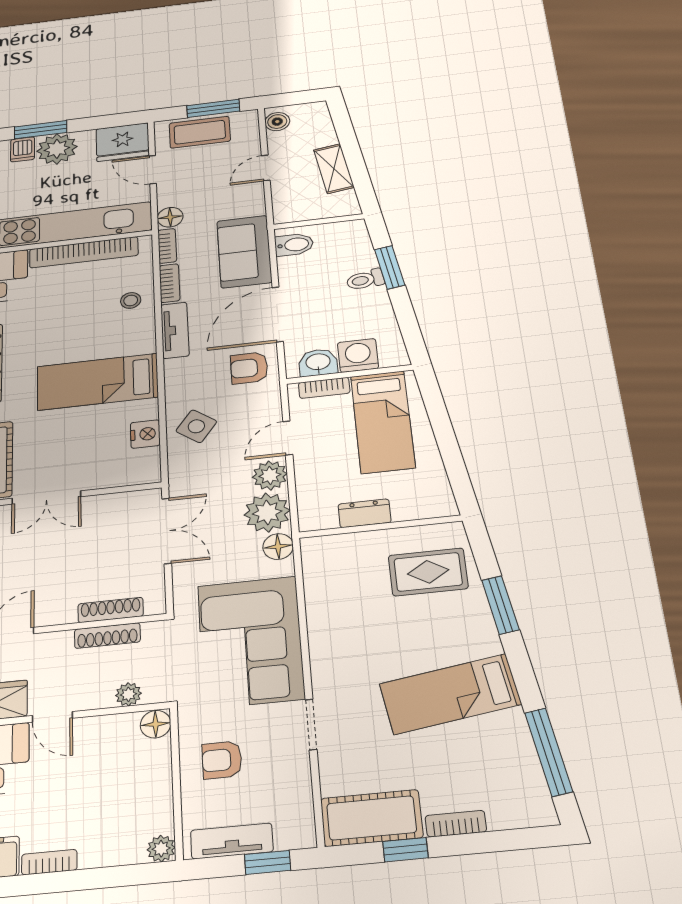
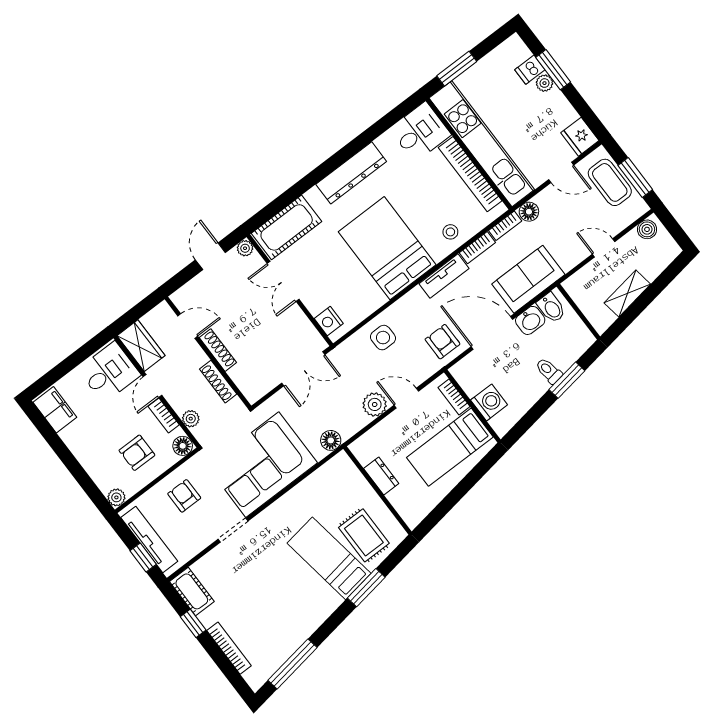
fridge: (123, 142) -> (580, 137), width x0.73, depth x0.75
plant: (57, 149) -> (544, 83), width x0.53, depth x0.53
door: (153, 170) -> (561, 172), swing flipped
washbasin: (318, 362) -> (530, 320), moved, turned 90
bed: (97, 382) -> (387, 248), width x1.50
side table: (196, 426) -> (383, 338), turned -36
nightstand: (145, 434) -> (329, 321), moved, turned 90
plant: (267, 513) -> (349, 419), removed
shoe rack: (111, 610) -> (218, 350), moved
bed: (450, 694) -> (329, 558), moved
armchair: (122, 787) -> (137, 453), added
cot: (372, 818) -> (192, 591), width x0.73, depth x0.75
bookcase: (456, 824) -> (229, 648), width x1.56
tv unit: (232, 841) -> (149, 539), width x1.41
bookcase: (49, 862) -> (164, 415), moved, turned 180

